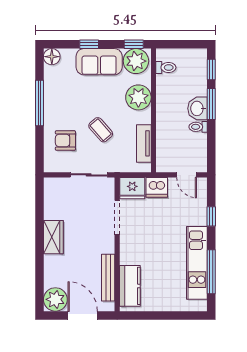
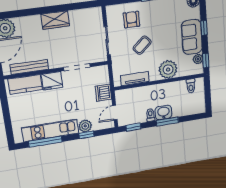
plant: (136, 61) -> (198, 59), width x0.53, depth x0.53
window: (211, 70) -> (133, 127), moved
fridge: (132, 188) -> (52, 81), moved, turned -90
plant: (199, 216) -> (85, 126), added

